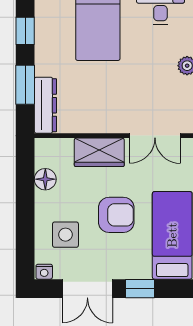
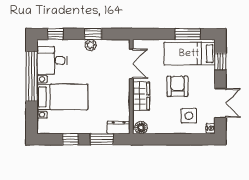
dresser: (45, 105) -> (119, 127), width x0.70
floor lamp: (45, 179) -> (141, 128), moved
window: (140, 289) -> (220, 61), moved

